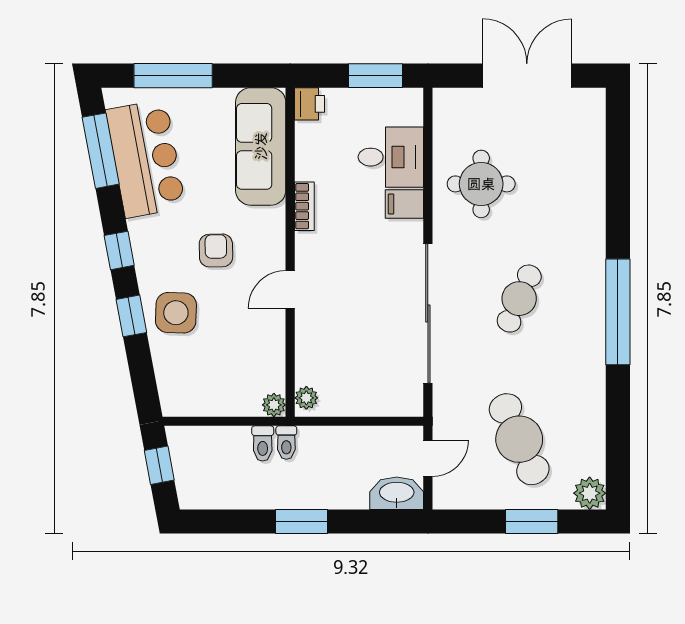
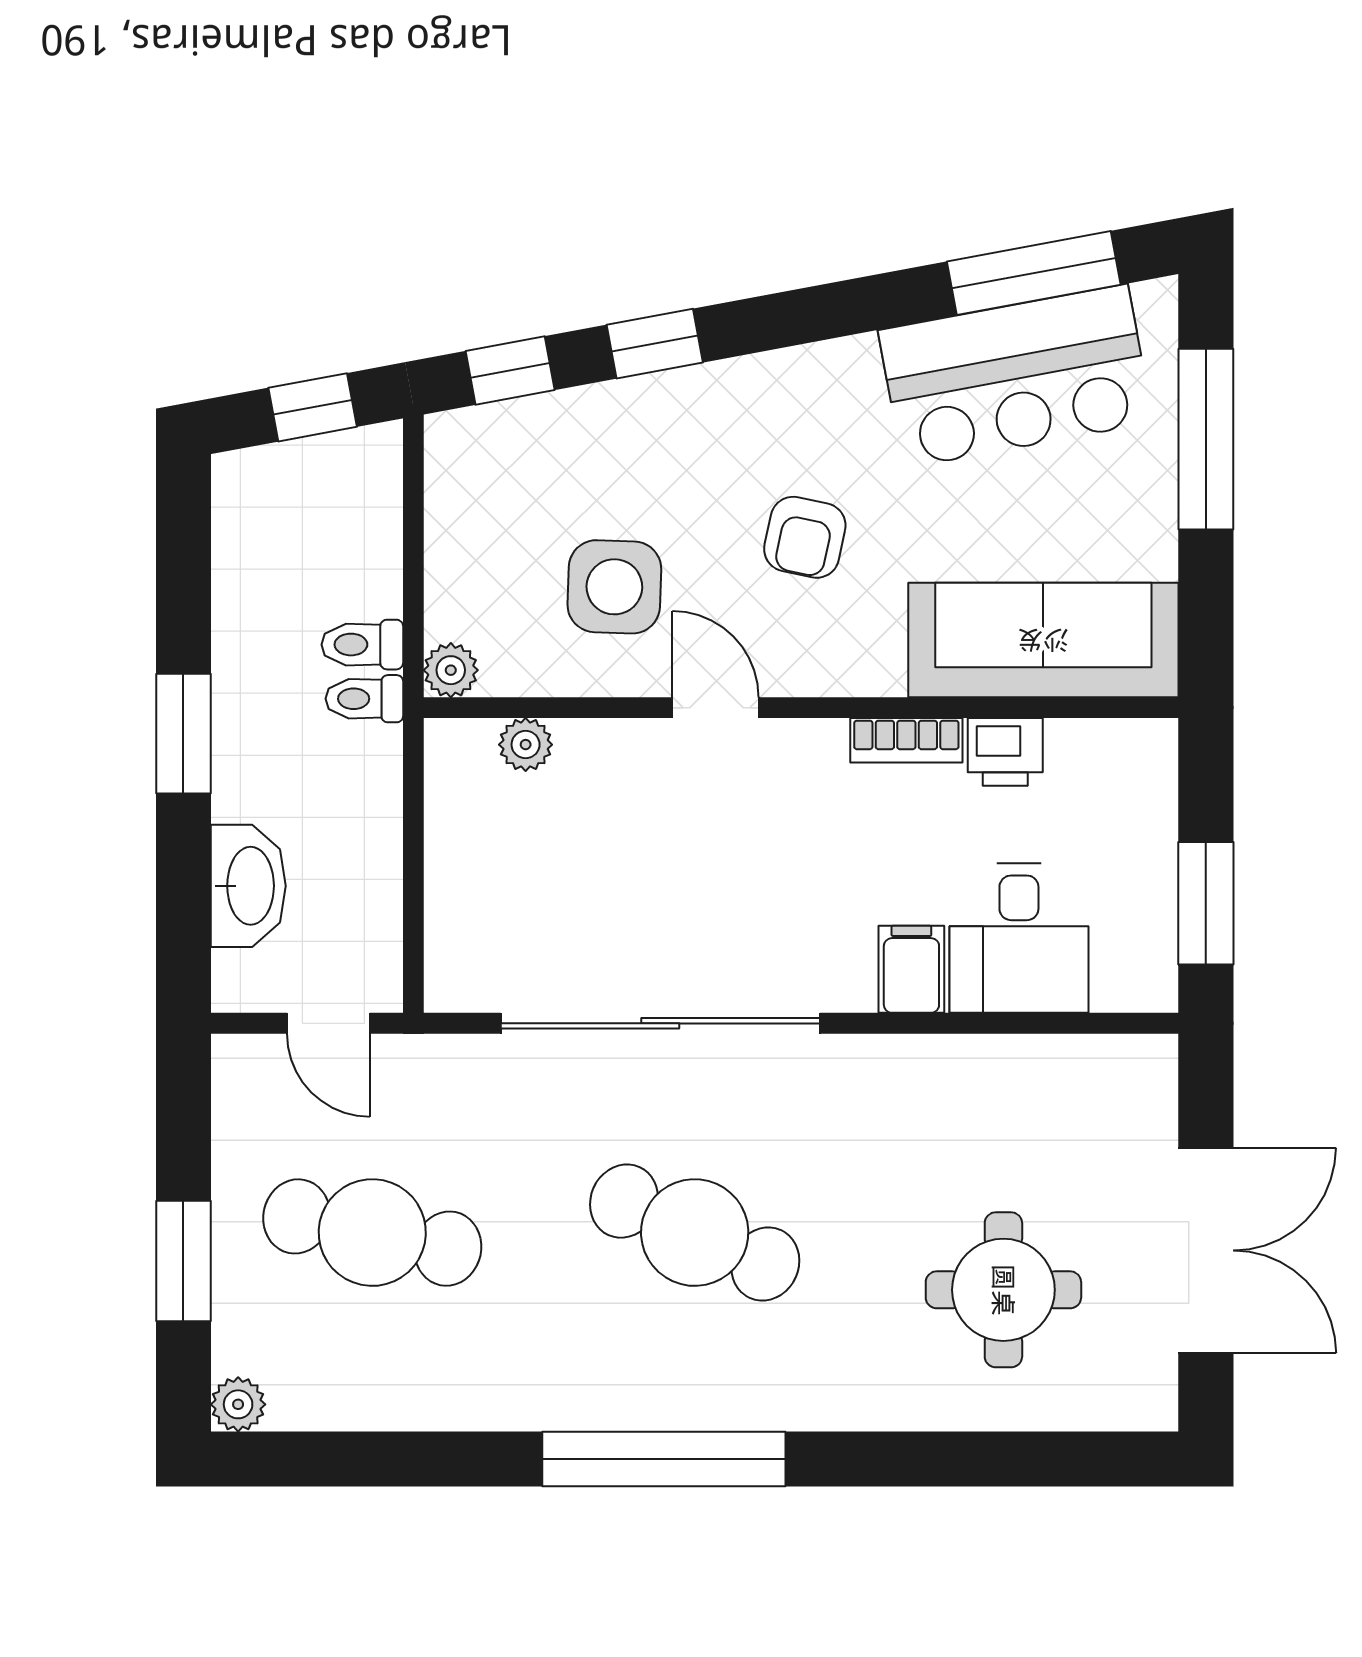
printer: (310, 104) -> (1005, 752), moved
round table: (481, 184) -> (1003, 1290), moved
window: (119, 250) -> (510, 371), moved
armchair: (216, 250) -> (805, 537), turned 103
cafe table: (519, 299) -> (695, 1233), width x1.37, depth x1.35
side table: (176, 313) -> (614, 587), moved
plant: (306, 398) -> (526, 745), moved
cafe table: (519, 439) -> (372, 1233), turned 36
washbasin: (397, 493) -> (248, 886), moved
plant: (590, 493) -> (238, 1404), width x0.73, depth x0.73

